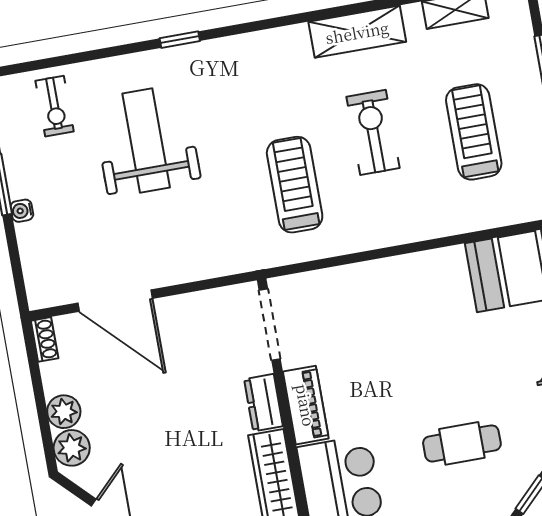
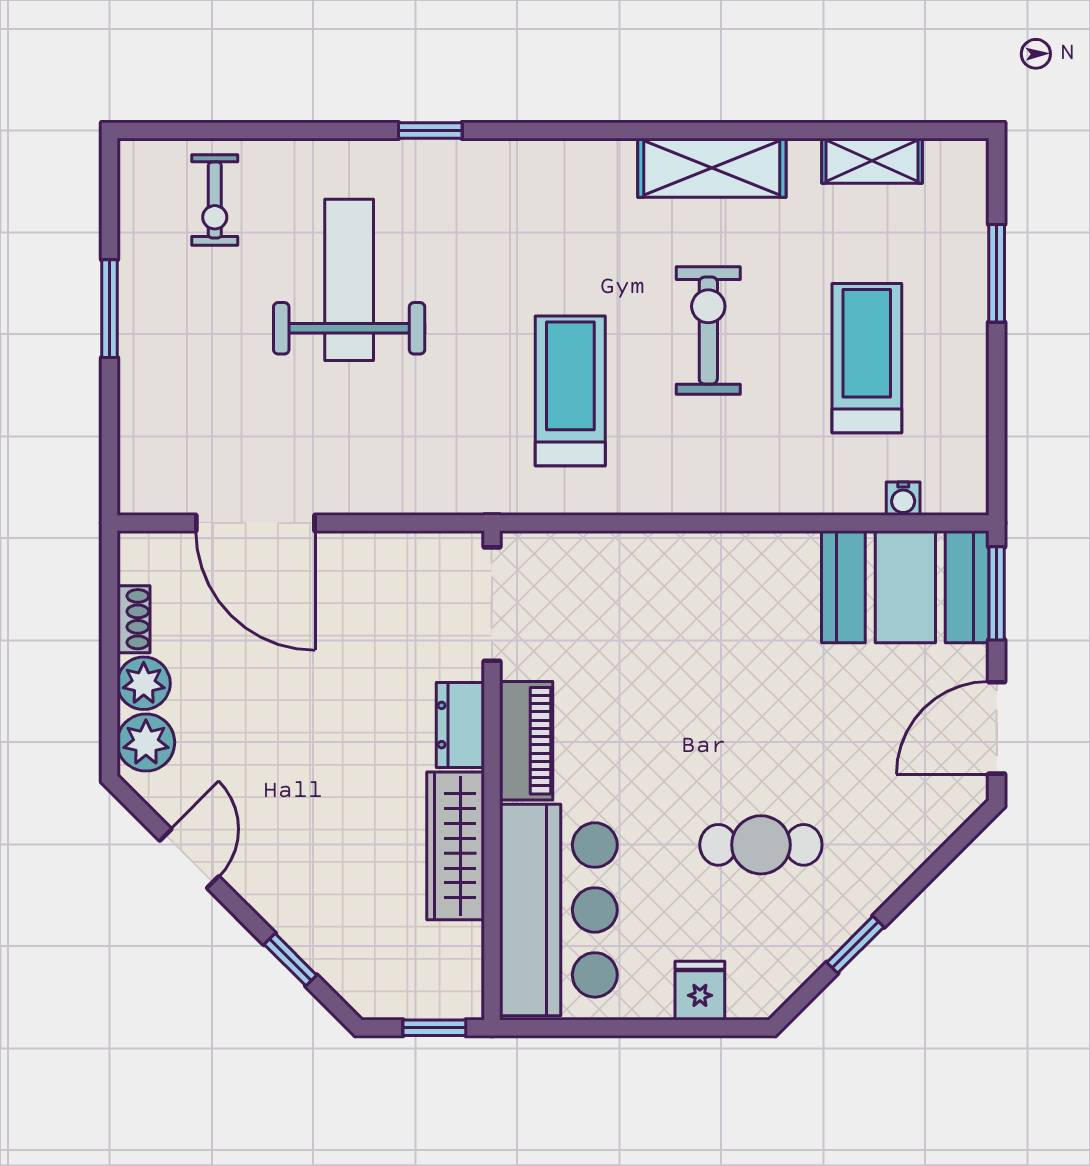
water cooler: (22, 211) -> (903, 499), moved, turned -90
shoe rack: (45, 339) -> (134, 619), moved

